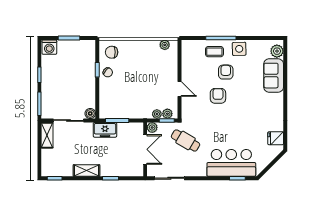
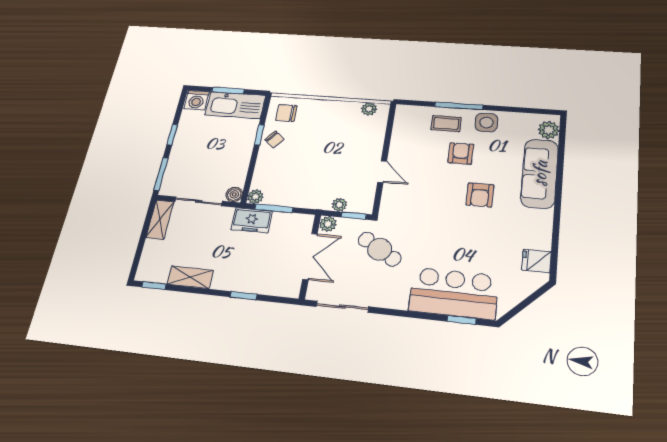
kitchen sink: (76, 49) -> (235, 105), added
sofa: (274, 76) -> (540, 173), width x1.36
armchair: (218, 96) -> (480, 195), moved, turned 180
plant: (167, 114) -> (255, 197), moved
shelving: (86, 170) -> (190, 277), moved

